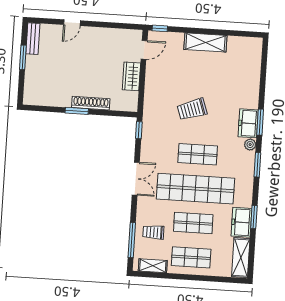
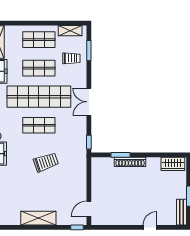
wardrobe: (131, 76) -> (173, 164), moved, turned 90
window: (77, 111) -> (121, 155), moved
window: (132, 240) -> (89, 51), width x0.69

